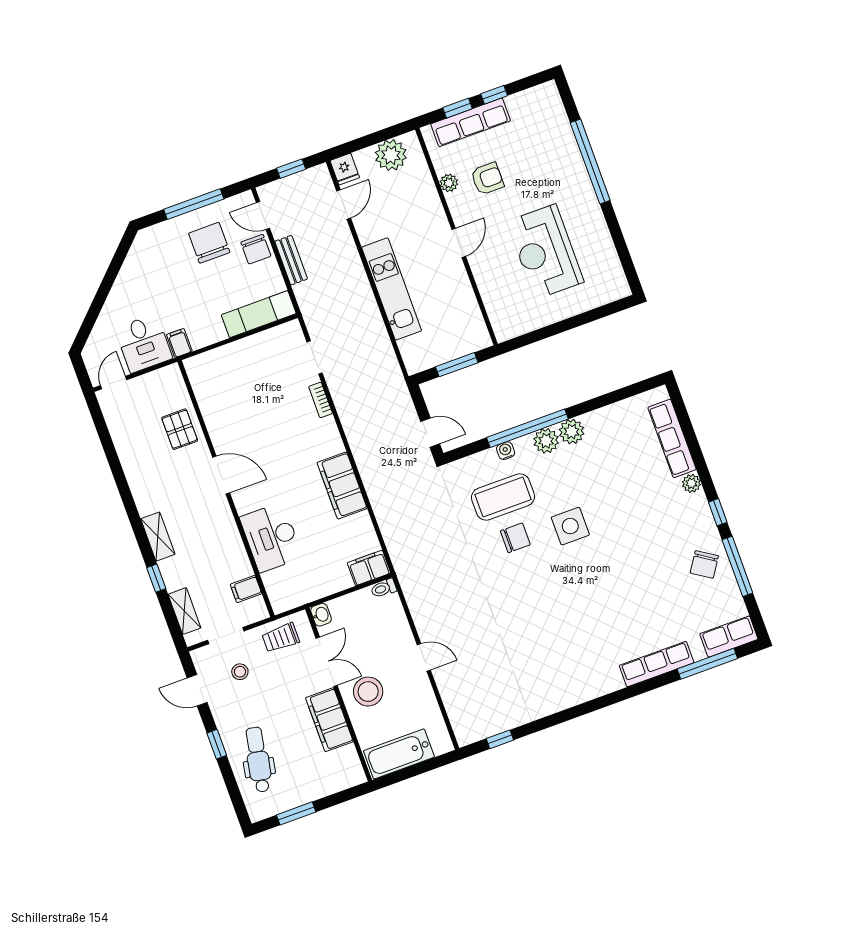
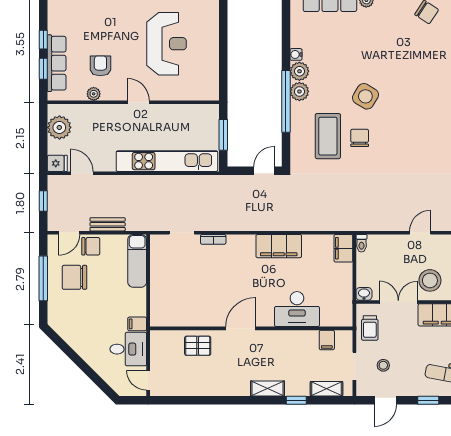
reception desk: (545, 252) -> (167, 44), turned -90
kitchen unit: (392, 289) -> (167, 161), width x1.36
water cooler: (506, 451) -> (296, 54), moved
side table: (570, 526) -> (365, 96), turned 31

